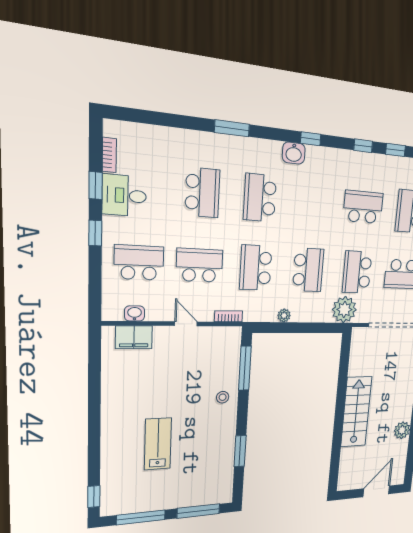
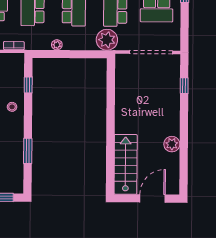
window: (245, 368) -> (28, 85), width x0.46
stairs: (356, 412) -> (126, 164), moved

